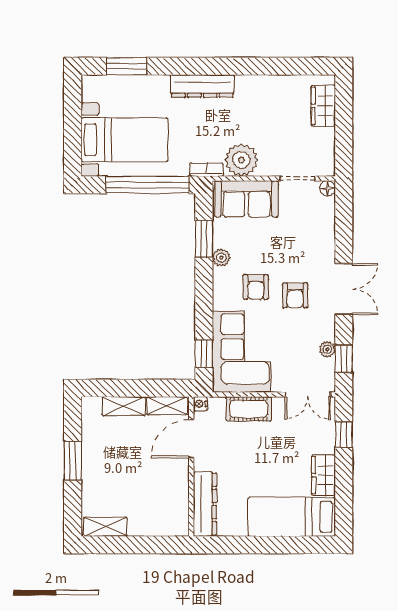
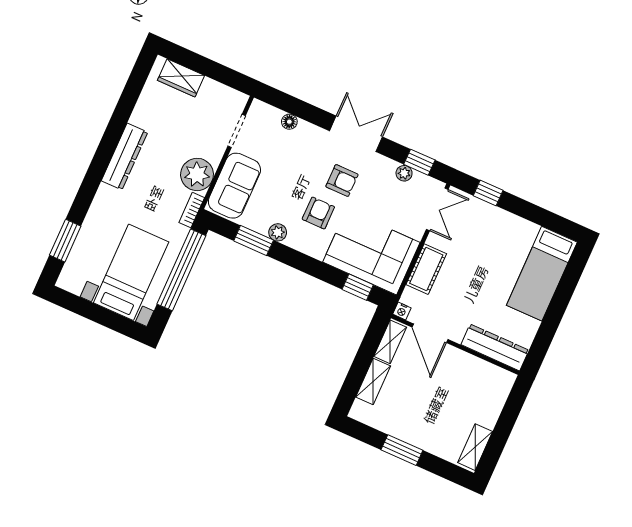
dresser: (202, 86) -> (124, 156), moved
floor lamp: (328, 188) -> (289, 122), moved
armchair: (256, 287) -> (318, 213), turned -90
wardrobe: (323, 475) -> (517, 228), removed

